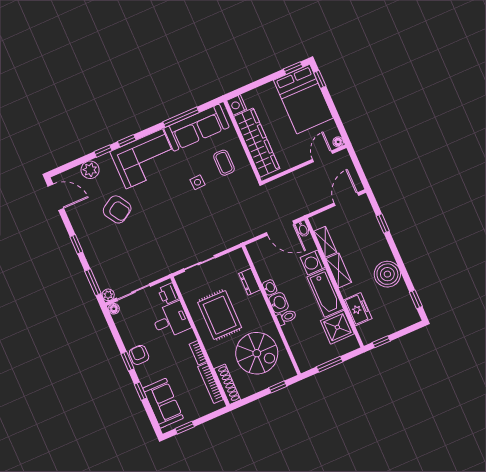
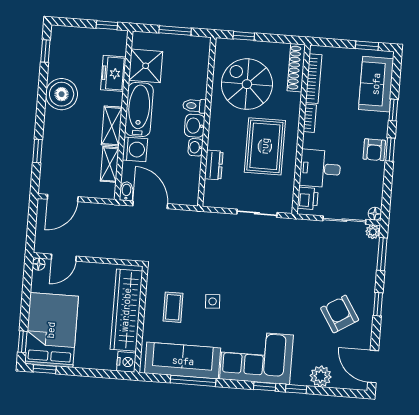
armchair: (117, 209) -> (340, 314), moved

